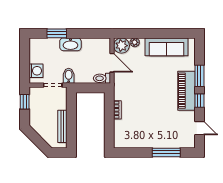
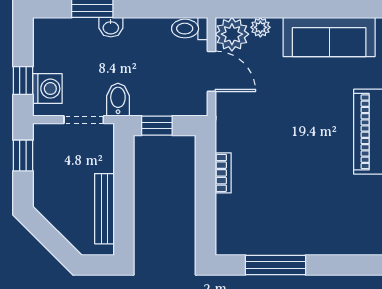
washbasin: (70, 44) -> (111, 27), width x0.52, depth x0.69
window: (25, 67) -> (23, 80), added
toilet: (102, 78) -> (190, 29), moved
window: (87, 88) -> (157, 126), added
window: (166, 152) -> (275, 265), moved

